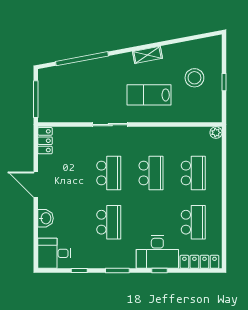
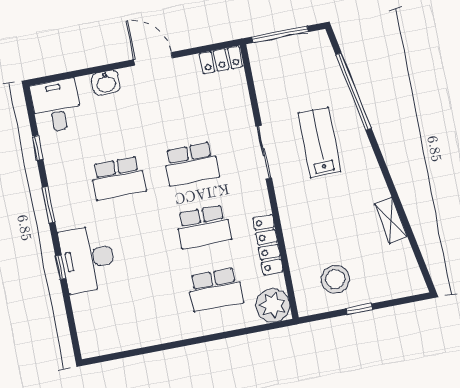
shelving: (147, 55) -> (391, 220), moved
stool: (194, 78) -> (335, 279), moved
lab bench: (149, 95) -> (320, 142), moved
plant: (216, 133) -> (273, 305), width x1.88, depth x1.88
door: (36, 185) -> (153, 59), hinge flipped
school desk: (193, 222) -> (142, 304), removed
locker: (199, 262) -> (268, 245), moved, turned 180

